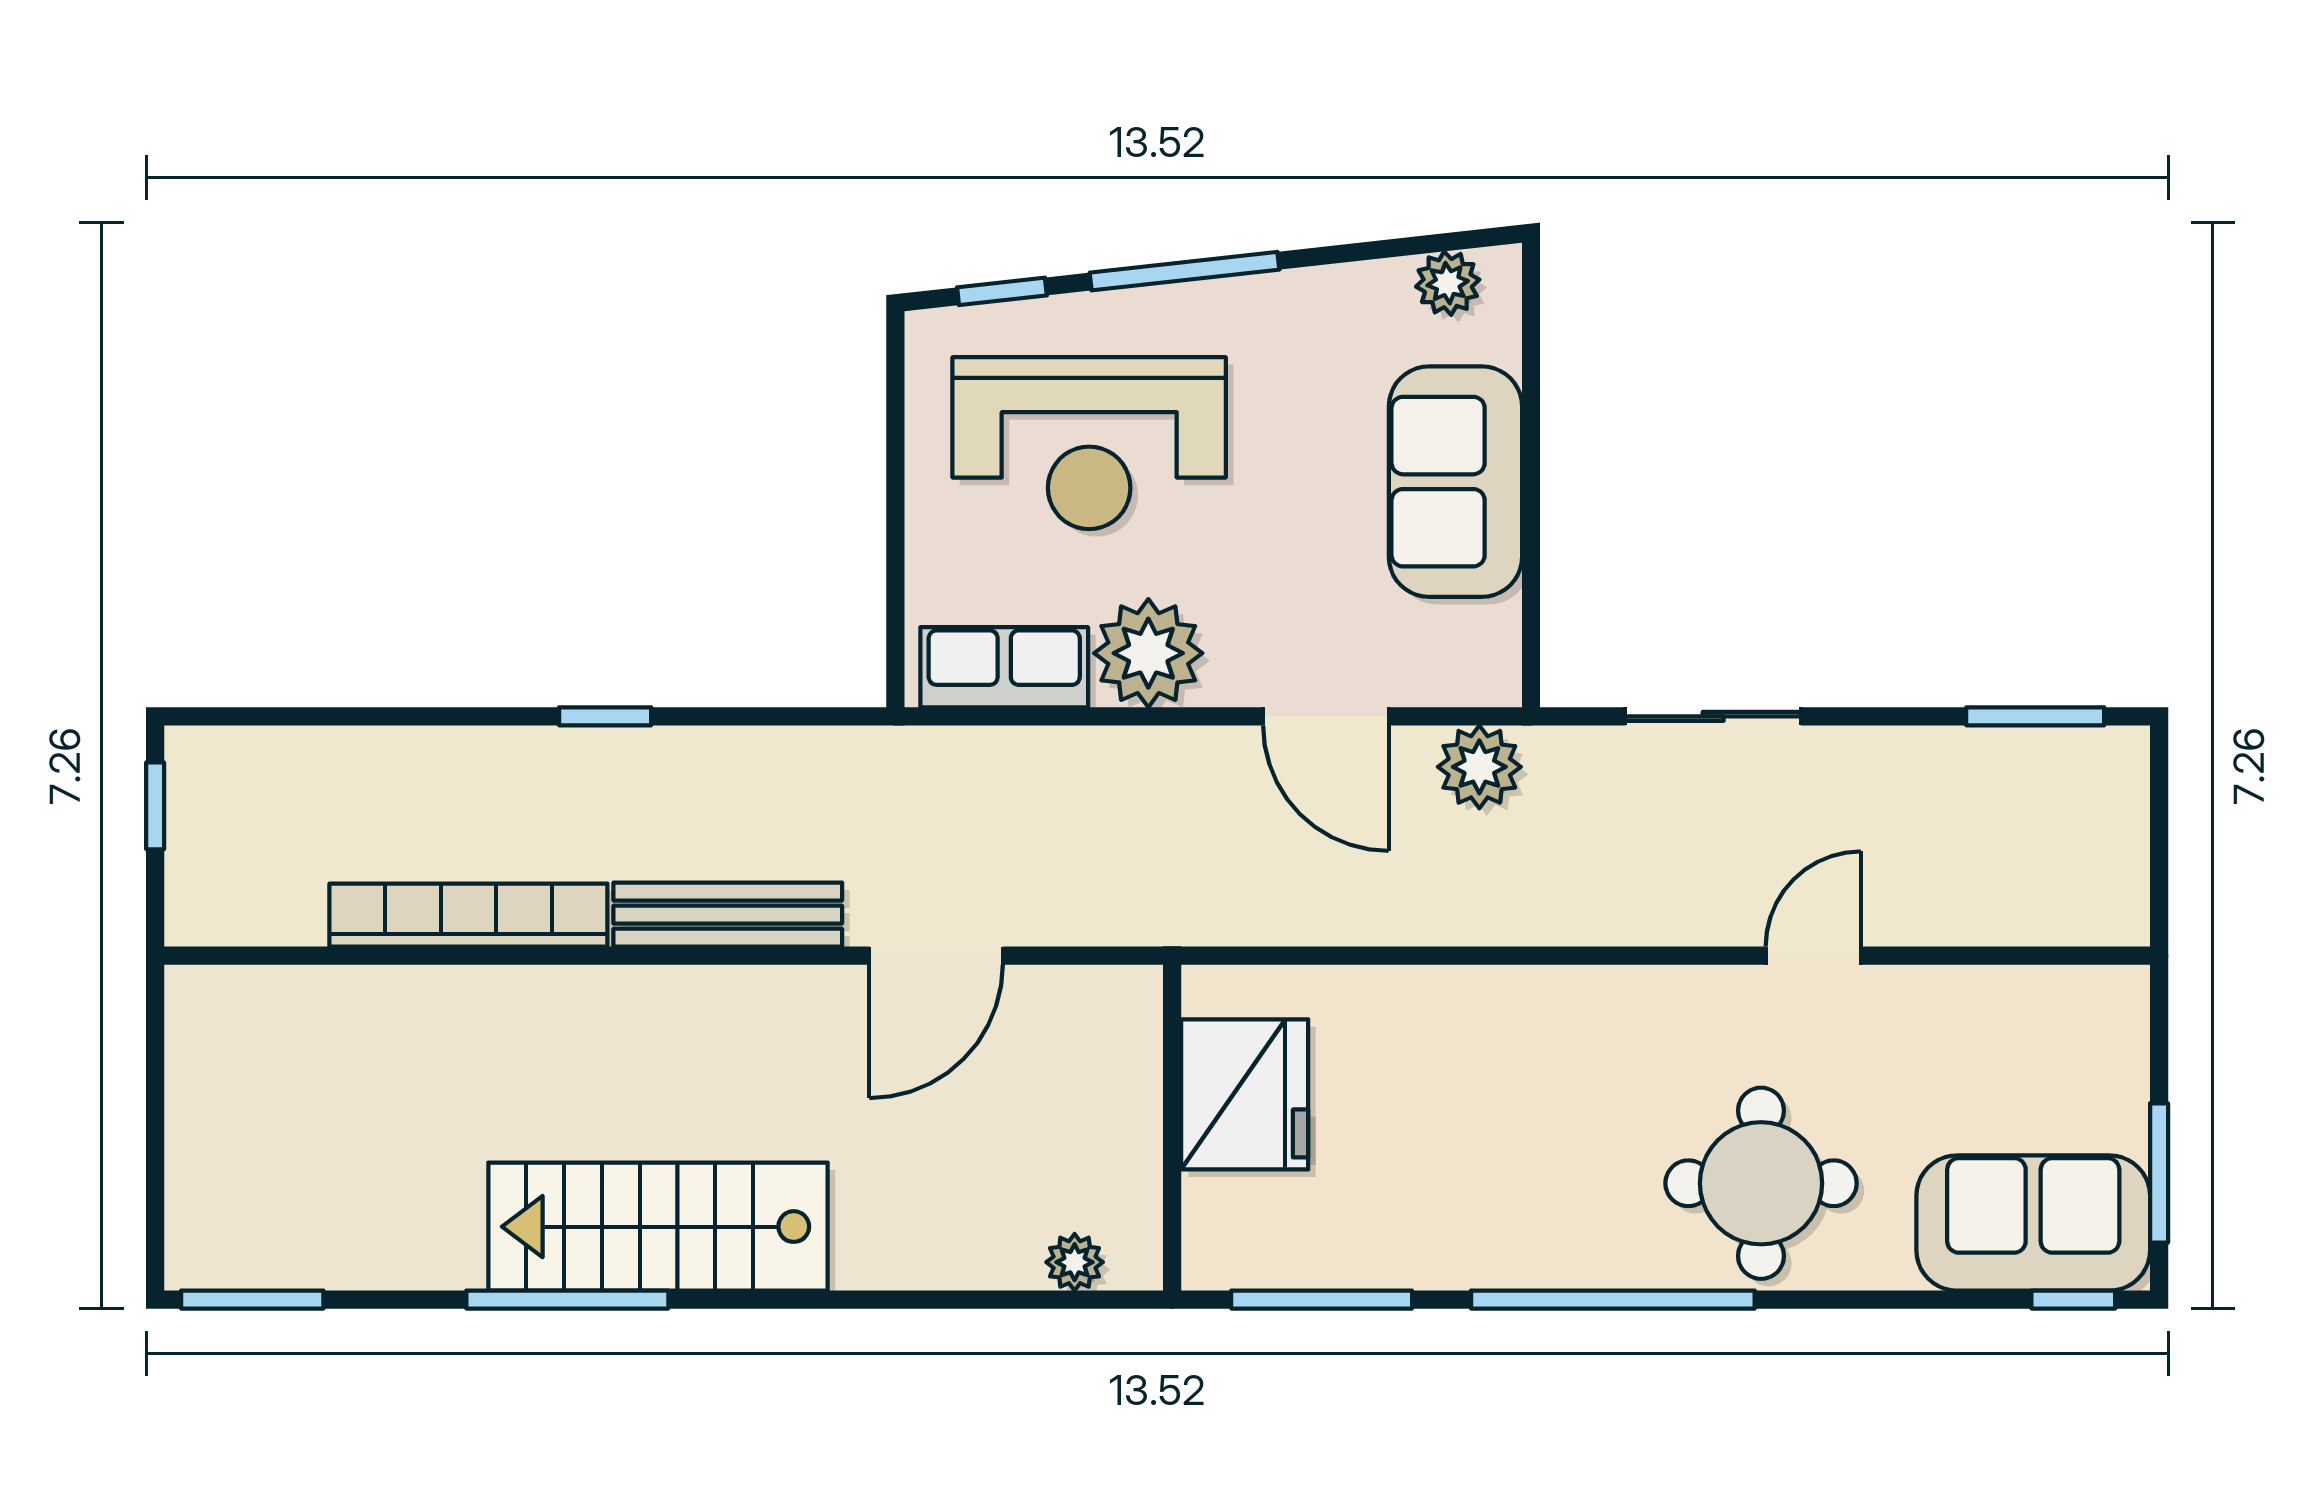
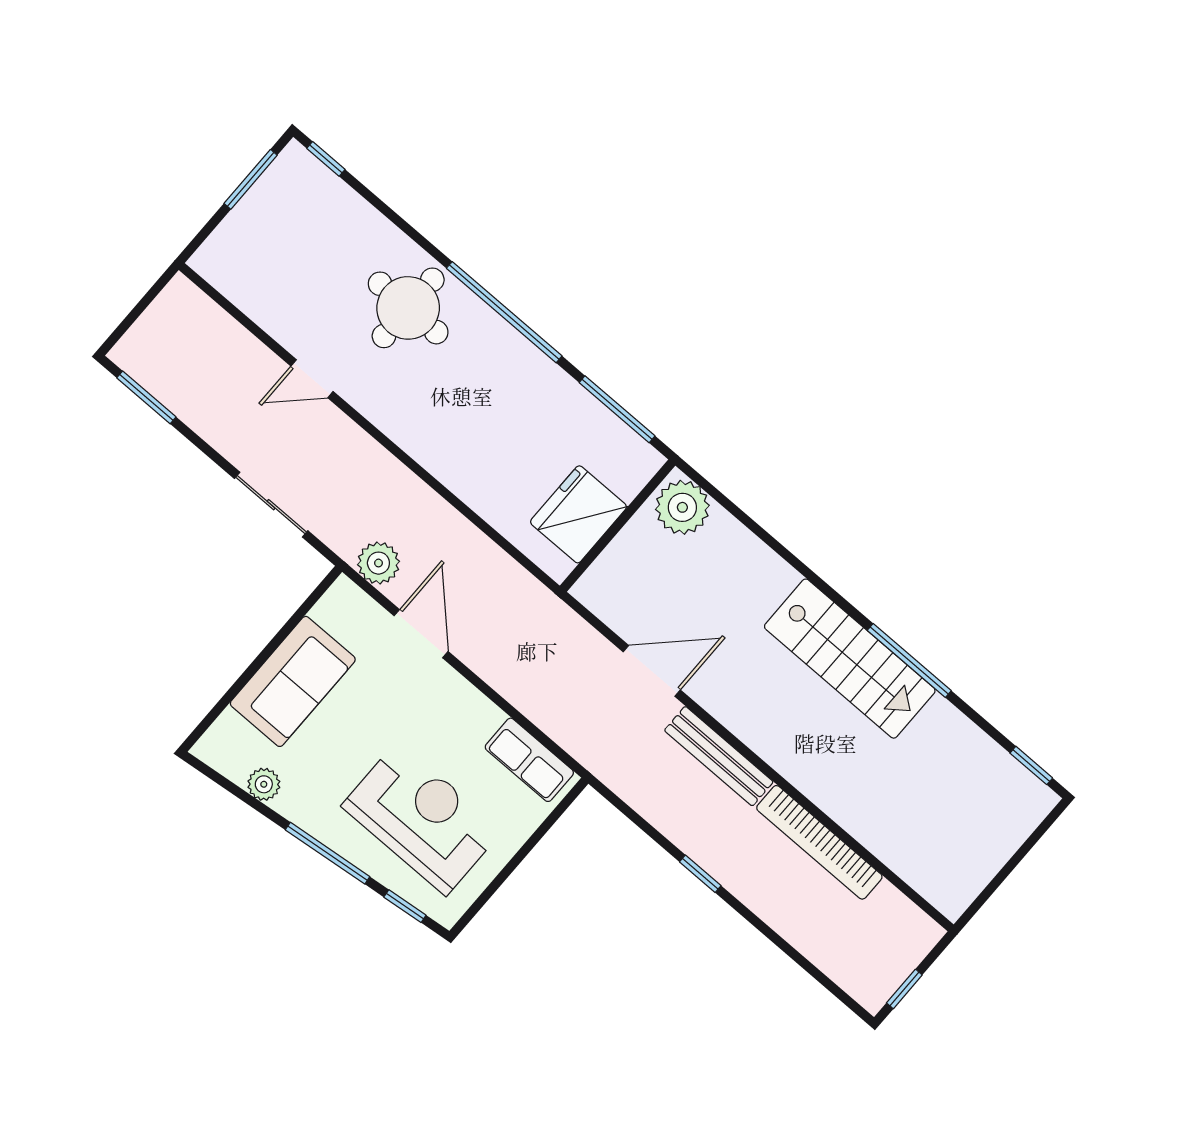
plant: (1448, 283) -> (264, 784), moved
plant: (1148, 653) -> (469, 717), removed
sofa: (2033, 1223) -> (316, 202), removed
plant: (1075, 1262) -> (682, 507), width x1.88, depth x1.88
window: (252, 1300) -> (1031, 765), width x0.67

